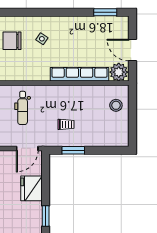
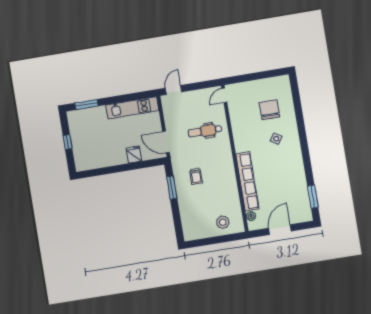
plant: (119, 72) -> (251, 216), width x0.53, depth x0.53
fridge: (32, 188) -> (134, 154), width x0.53, depth x0.75
window: (46, 216) -> (103, 171), removed

